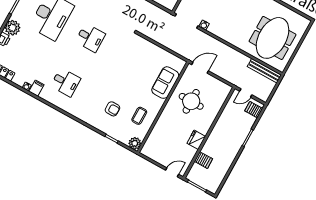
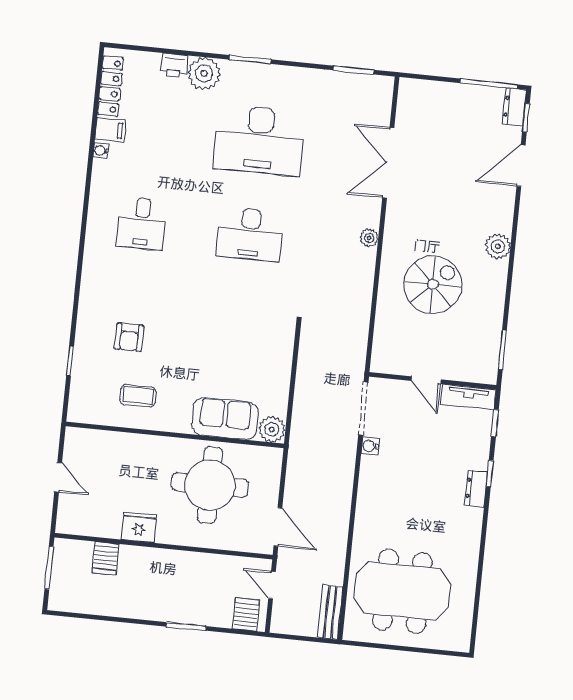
desk: (90, 38) -> (250, 234), width x1.37
door: (200, 68) -> (278, 527), moved
bench: (264, 71) -> (330, 612), width x0.73
filing cabinet: (36, 88) -> (110, 130), moved
round table: (191, 101) -> (210, 485), width x1.36, depth x1.36
plant: (135, 143) -> (272, 429), moved
door: (172, 172) -> (58, 477), moved

